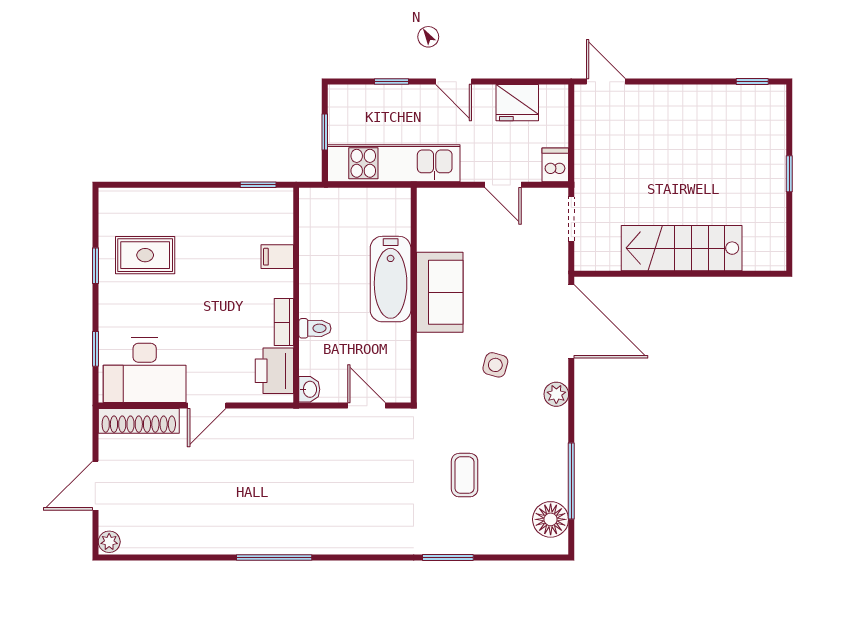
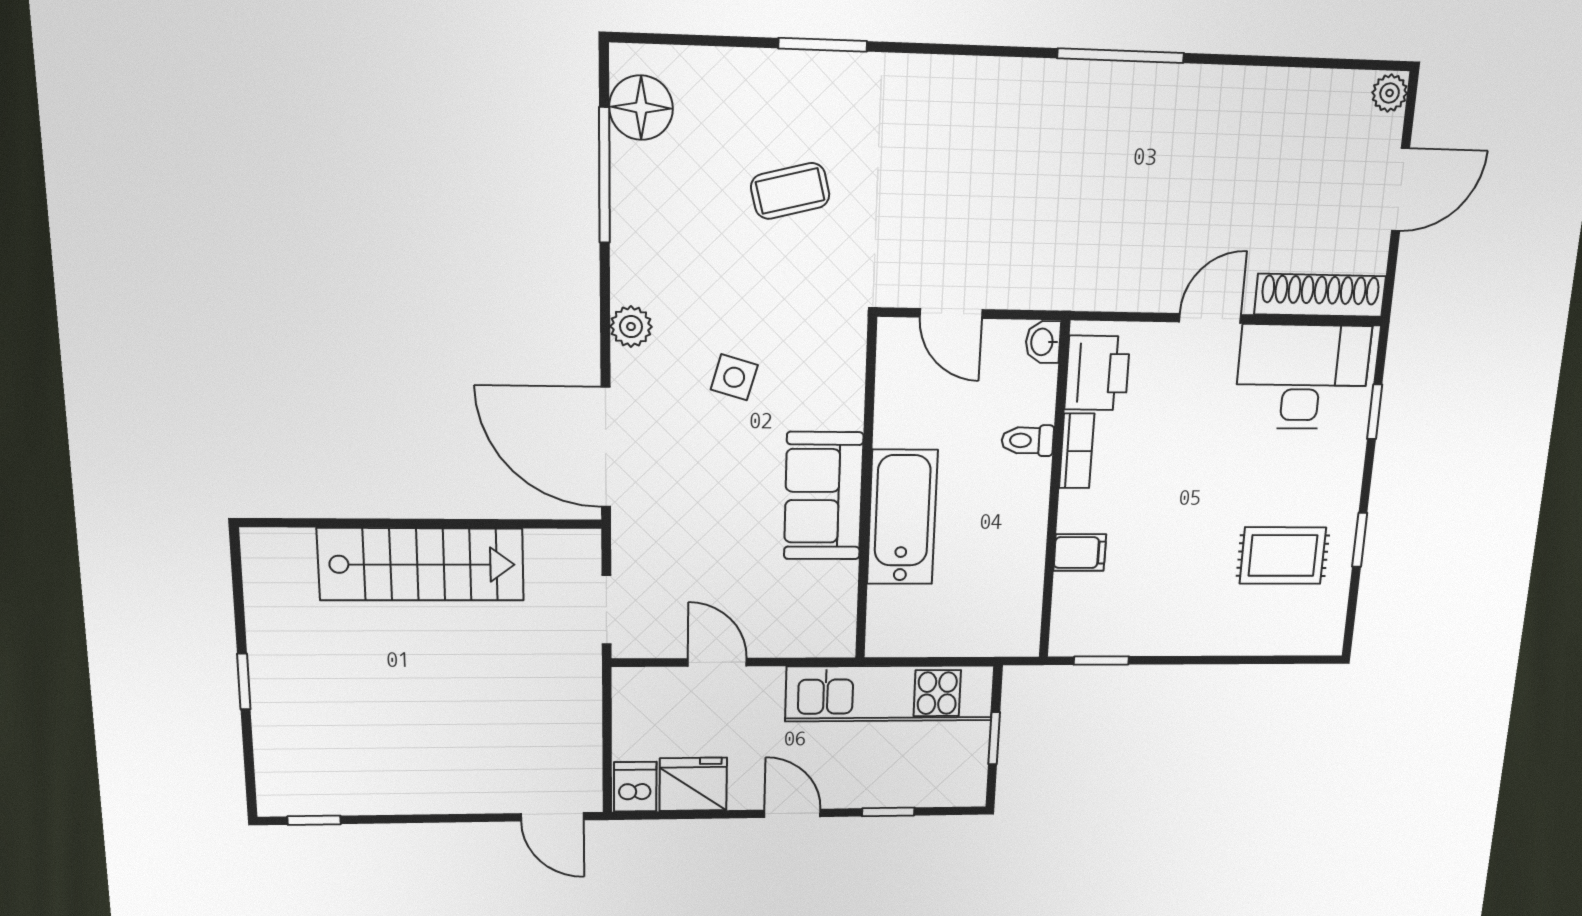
dishwasher: (555, 165) -> (635, 787), moved, turned 180
coffee table: (465, 475) -> (790, 191), turned 76

